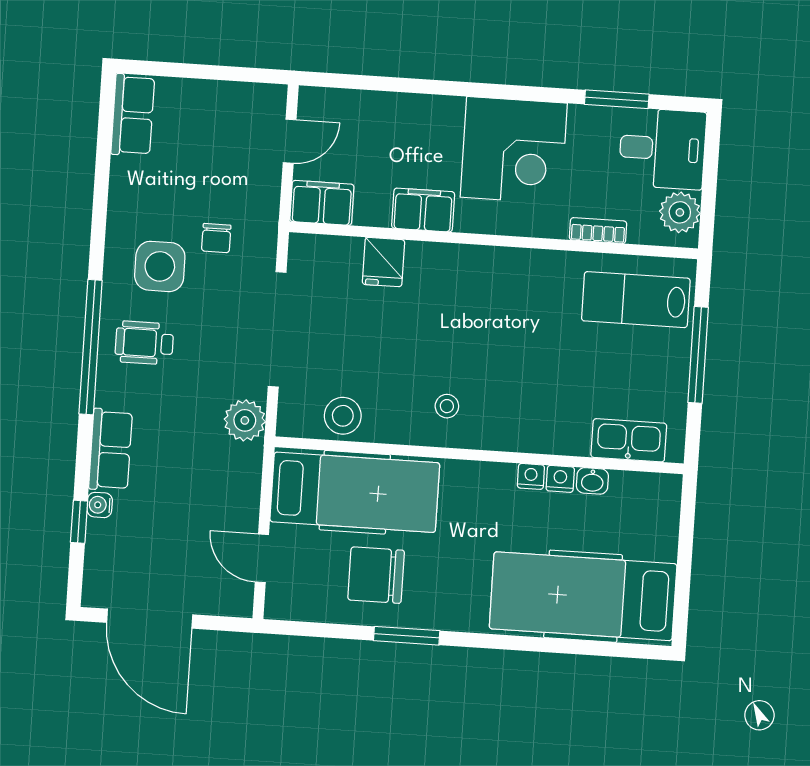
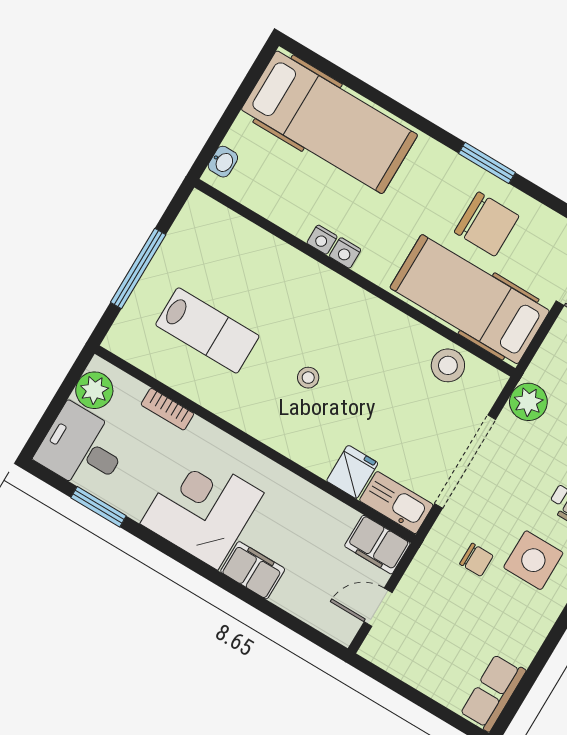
filing cabinet: (423, 210) -> (253, 570), moved, turned 180
chair: (216, 238) -> (476, 560), turned 90
lab bench: (636, 300) -> (207, 330), moved
stool: (447, 406) -> (308, 378), moved
kitchen sink: (629, 440) -> (396, 503), moved, turned 180
nightstand: (560, 479) -> (345, 253), moved
washbasin: (592, 481) -> (223, 162), moved, turned 90

